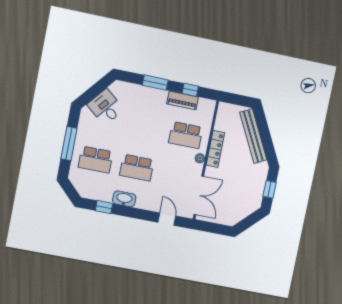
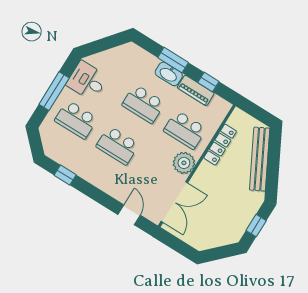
desk: (106, 107) -> (87, 81), moved, turned -39
school desk: (145, 127) -> (143, 104), added
locker: (215, 149) -> (220, 145), moved
plant: (200, 158) -> (184, 163), width x1.88, depth x1.88
washbasin: (124, 199) -> (169, 74), moved, turned 180

